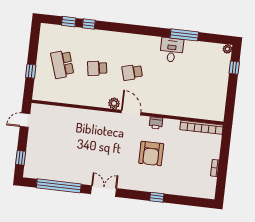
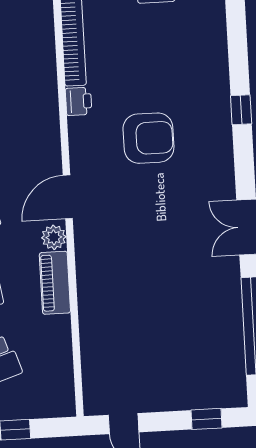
piano: (94, 100) -> (55, 283), added
printer: (156, 123) -> (79, 101), moved

